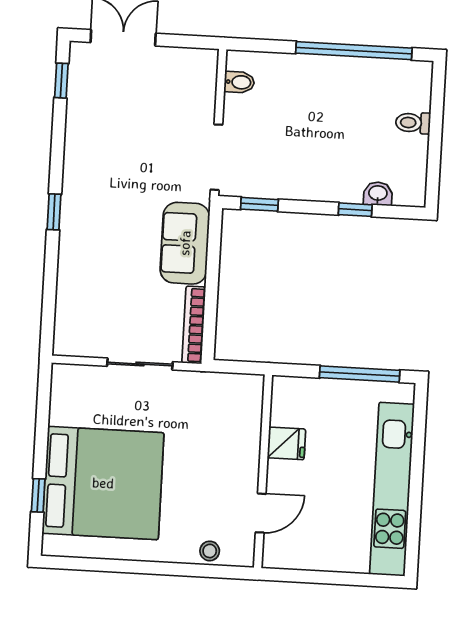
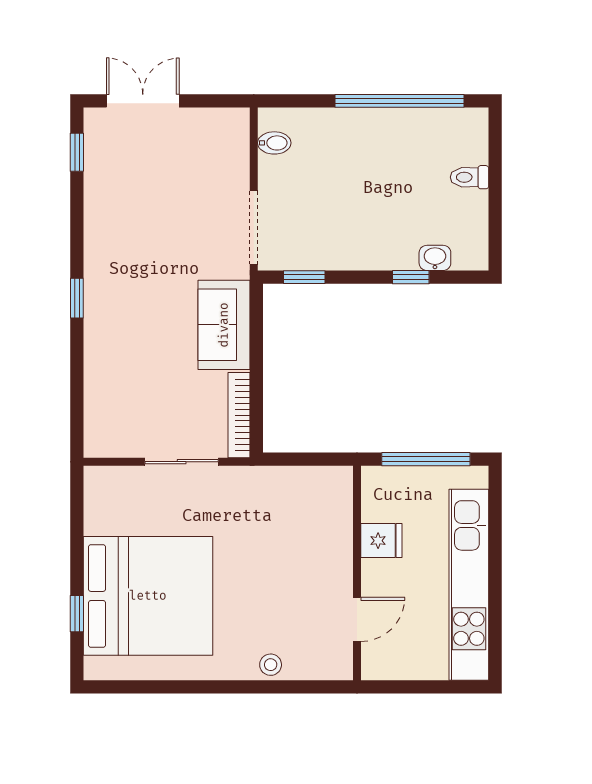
fridge: (286, 443) -> (381, 541), moved
wall: (263, 471) -> (357, 573), moved
door: (261, 513) -> (357, 619), moved

